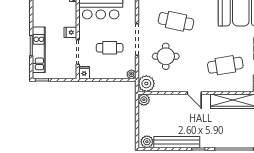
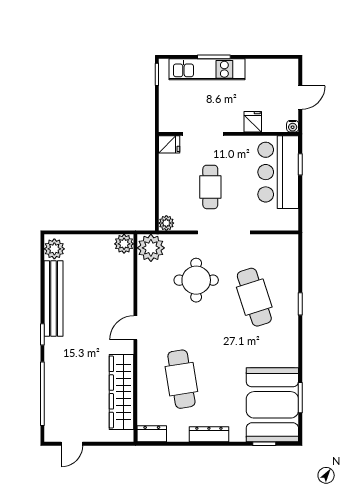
cafe table: (176, 21) -> (254, 297), turned -30
fridge: (70, 32) -> (253, 122), moved

